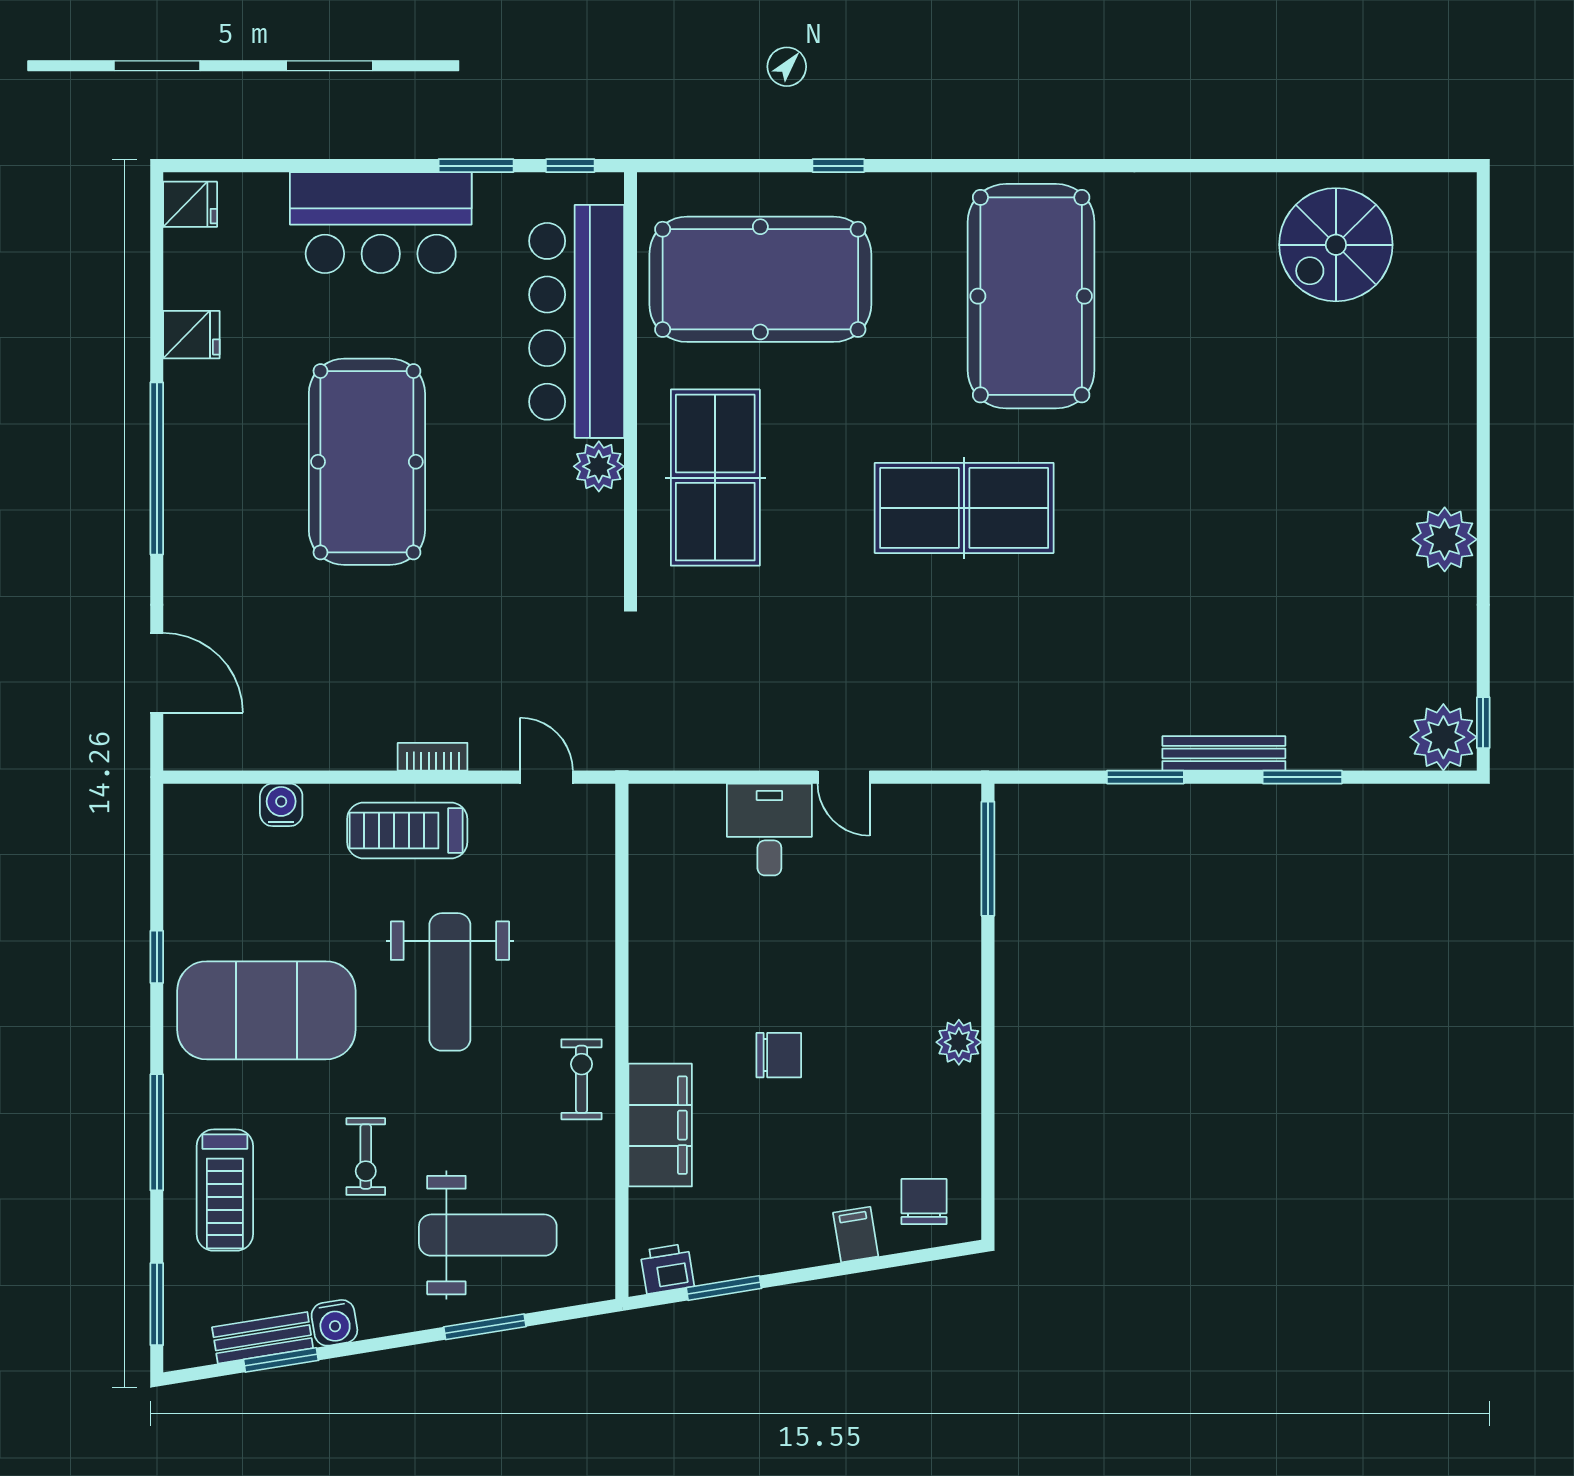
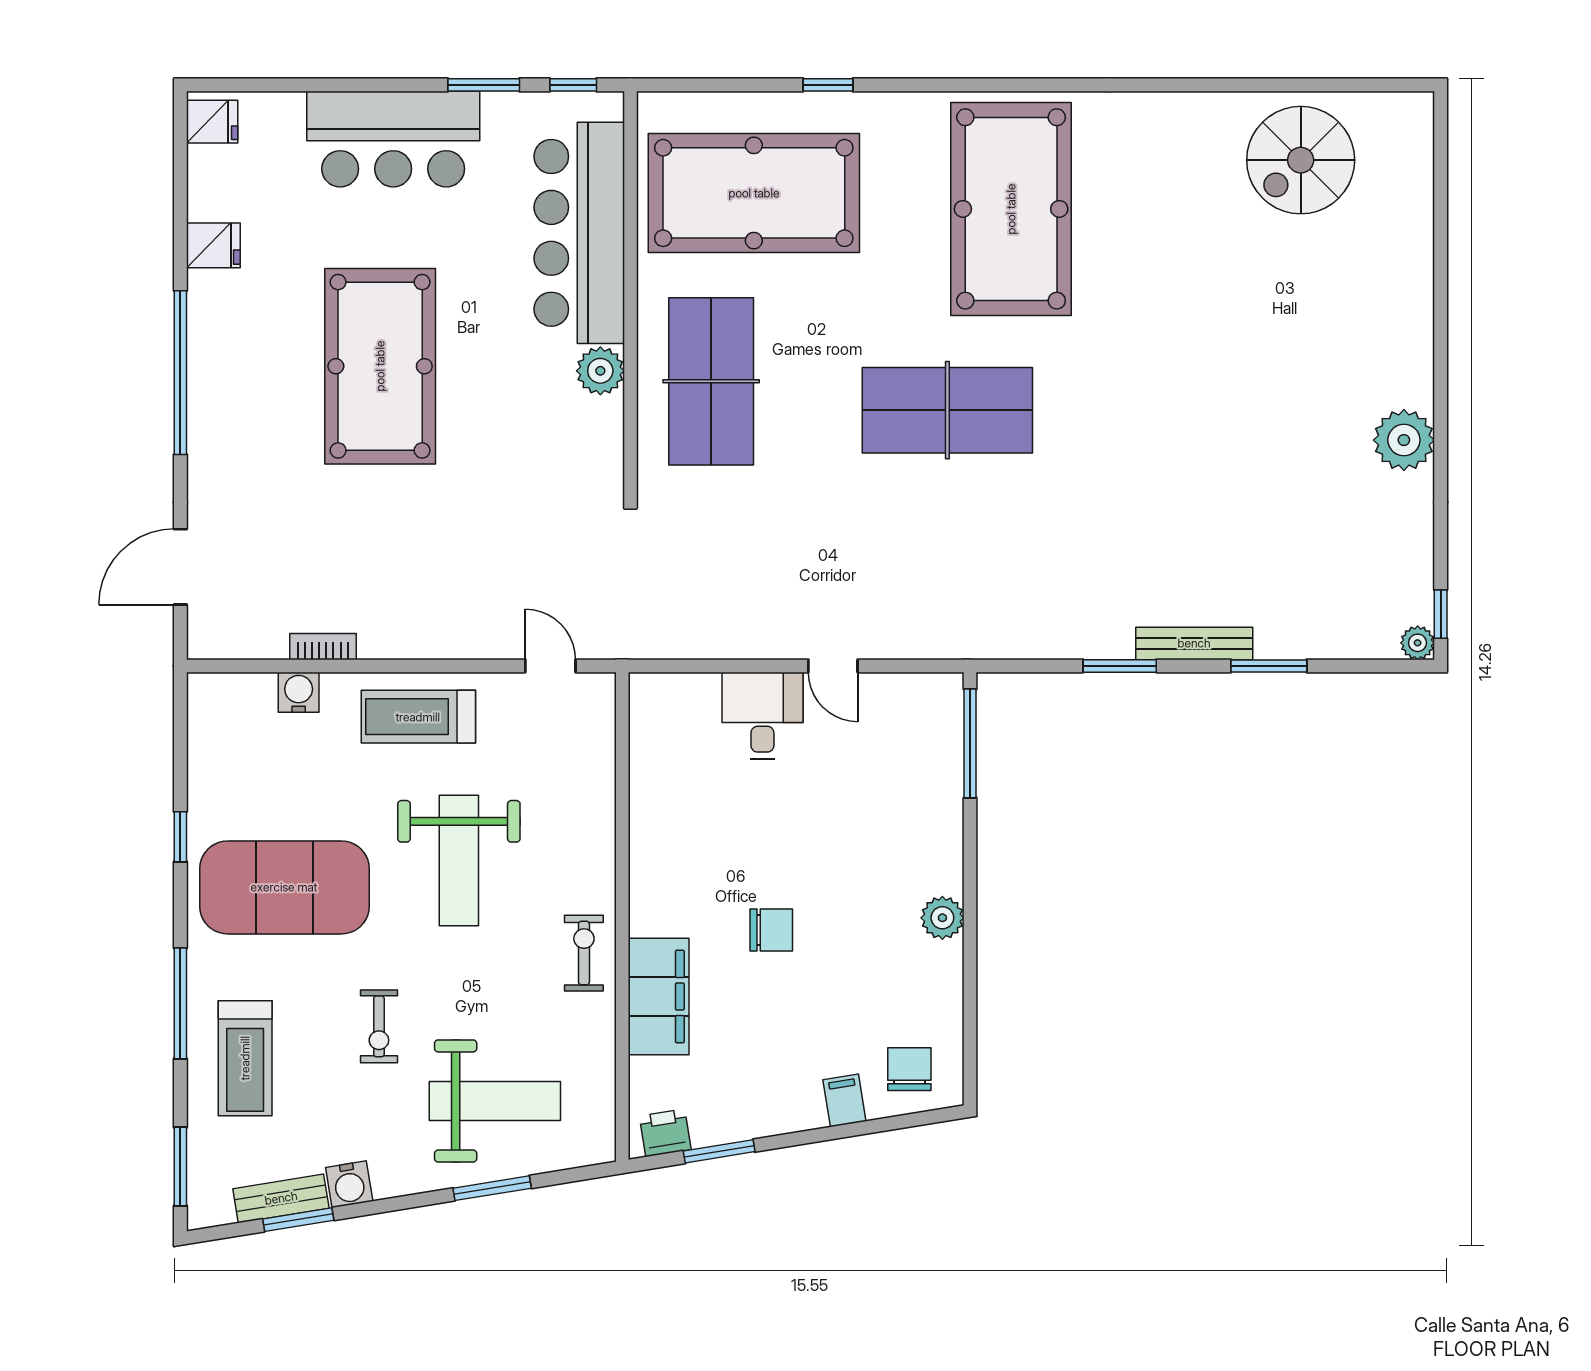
door: (157, 673) -> (180, 567), swing flipped
plant: (1443, 737) -> (1418, 643), width x0.53, depth x0.53
bookcase: (433, 757) -> (323, 647), moved

